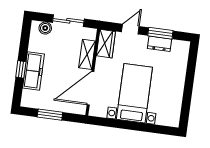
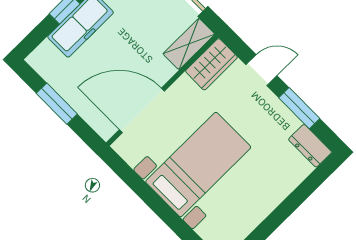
dresser: (160, 44) -> (310, 146), moved
shelving: (87, 54) -> (189, 44), moved

